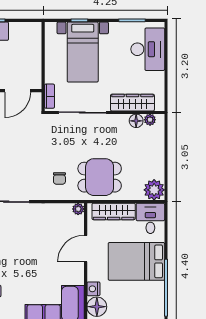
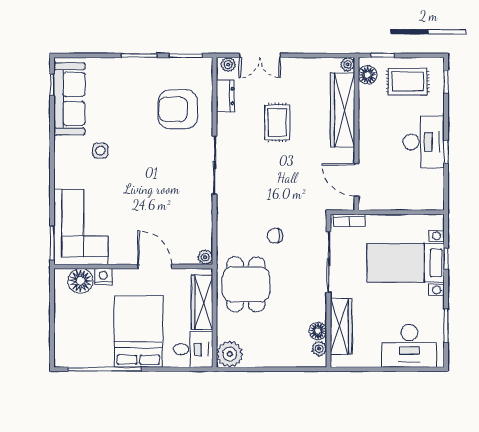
chair: (59, 178) -> (275, 236), moved

